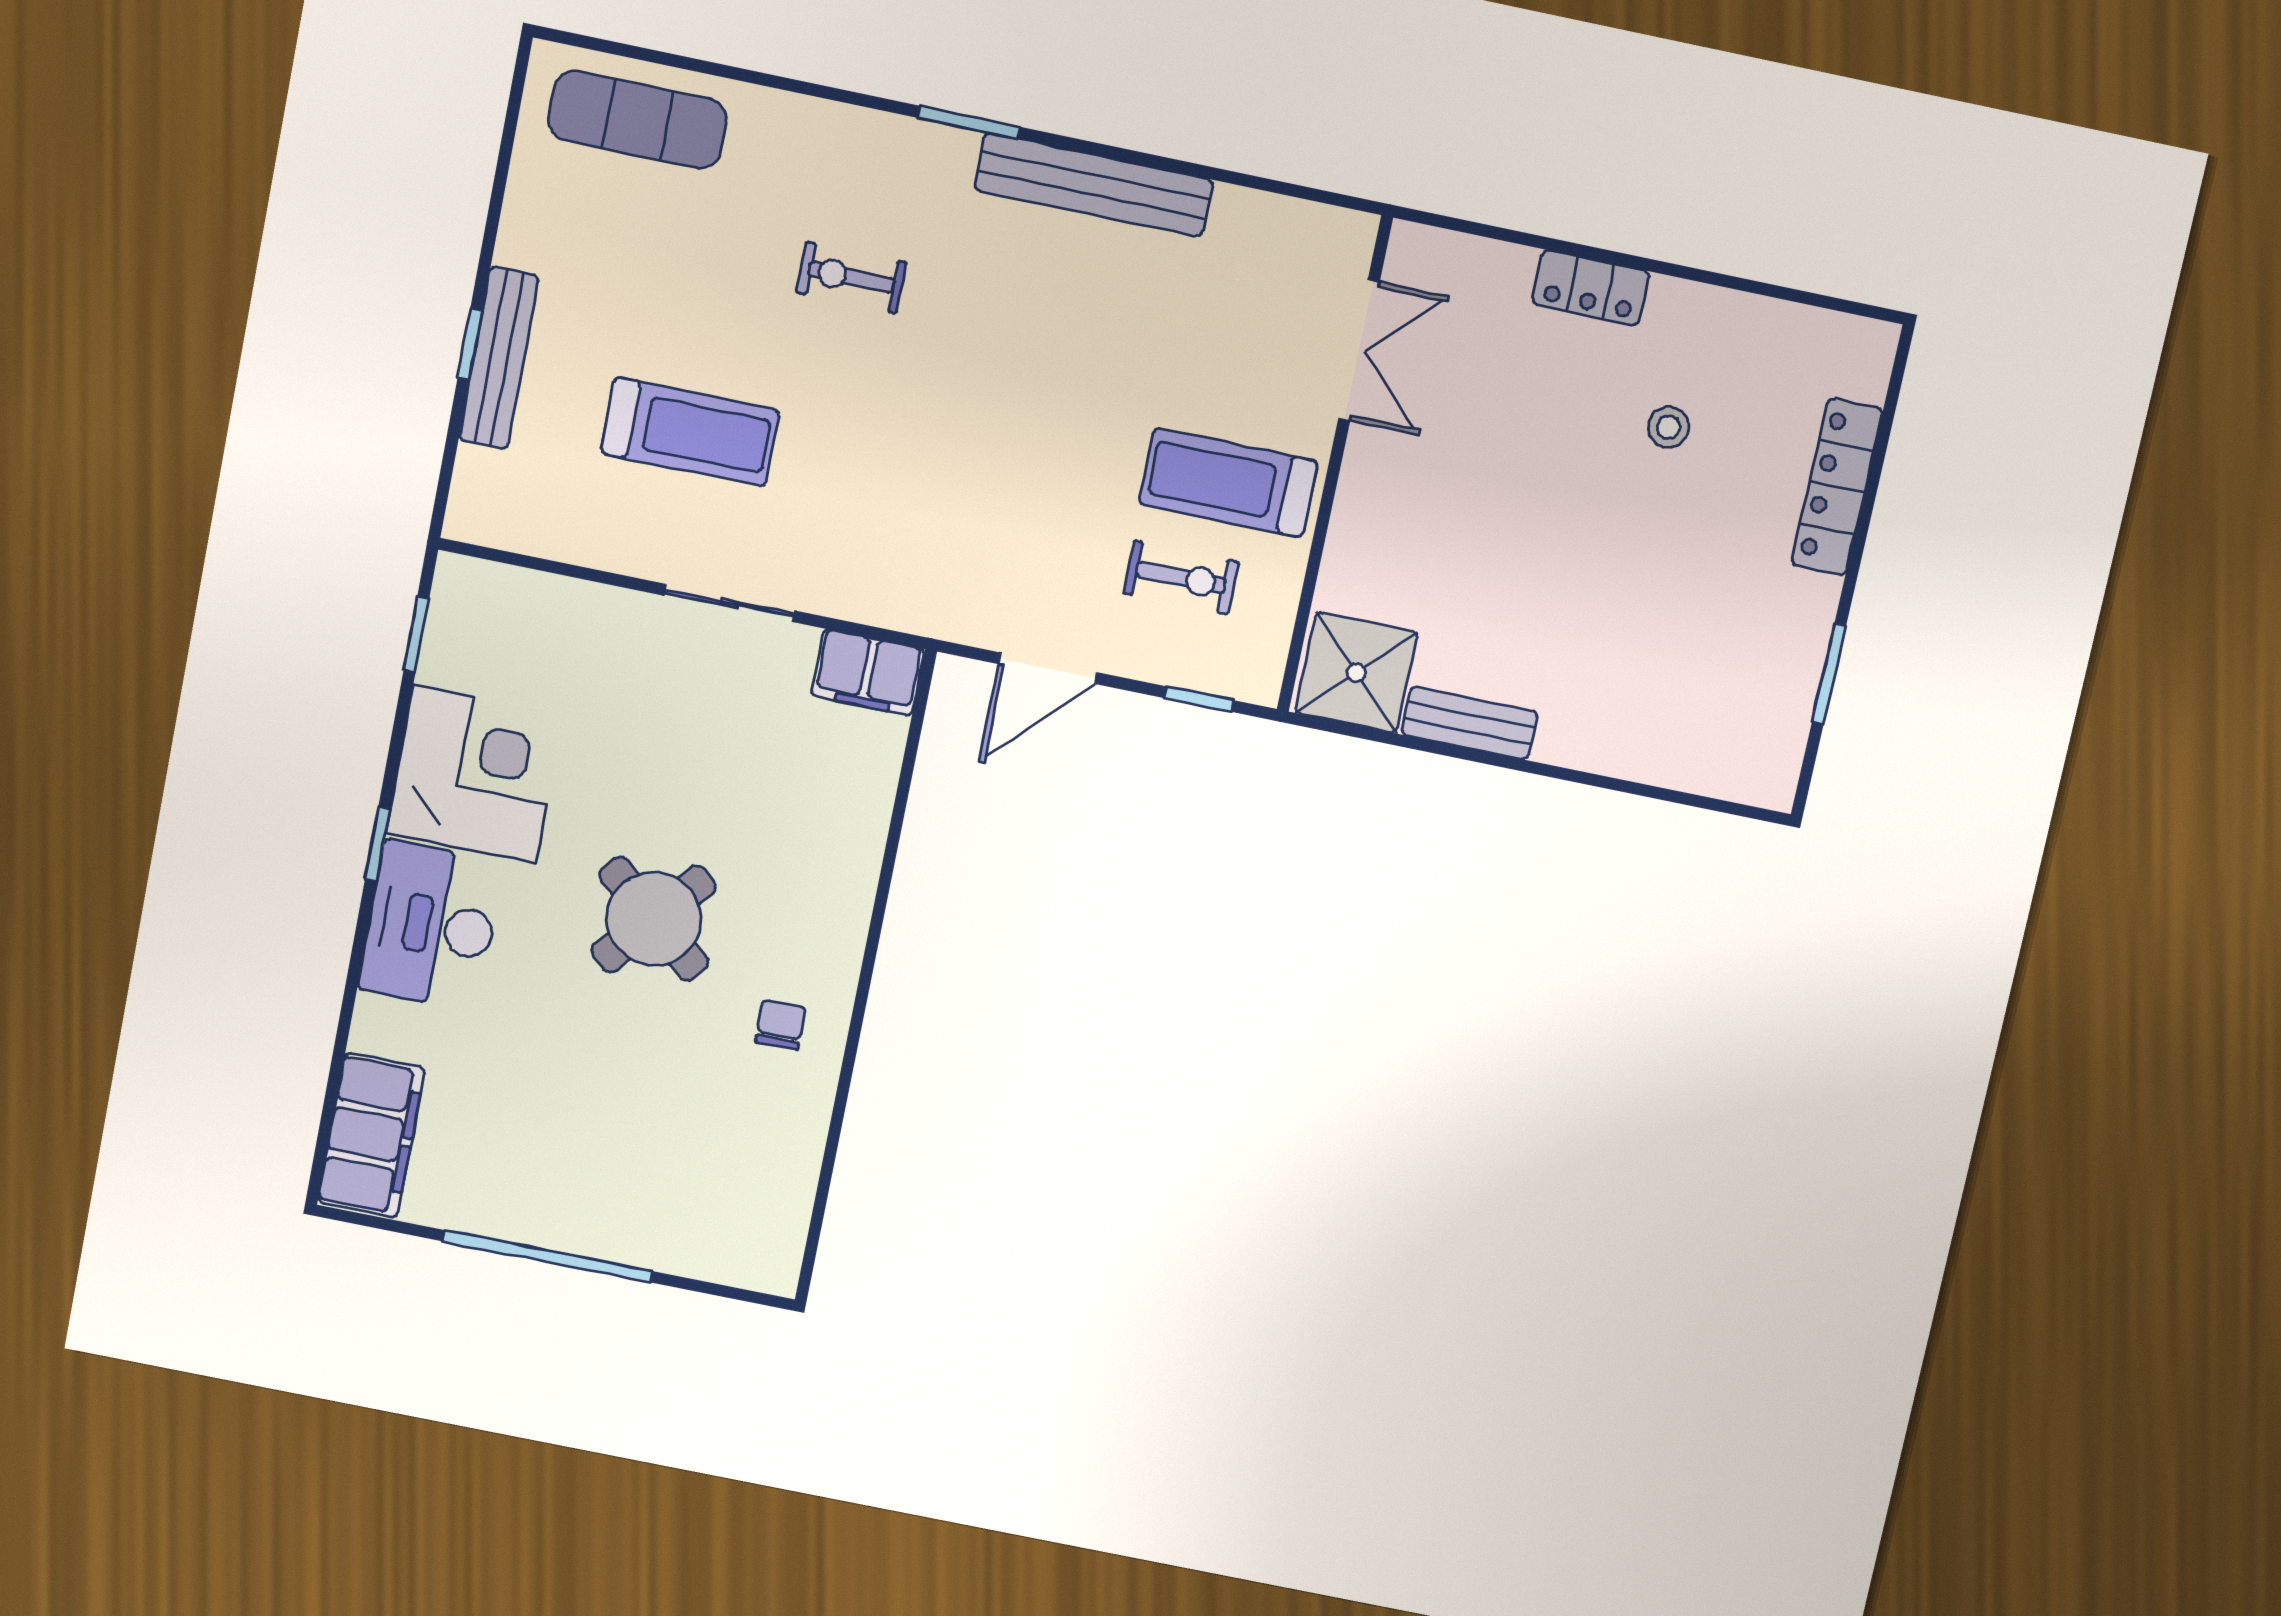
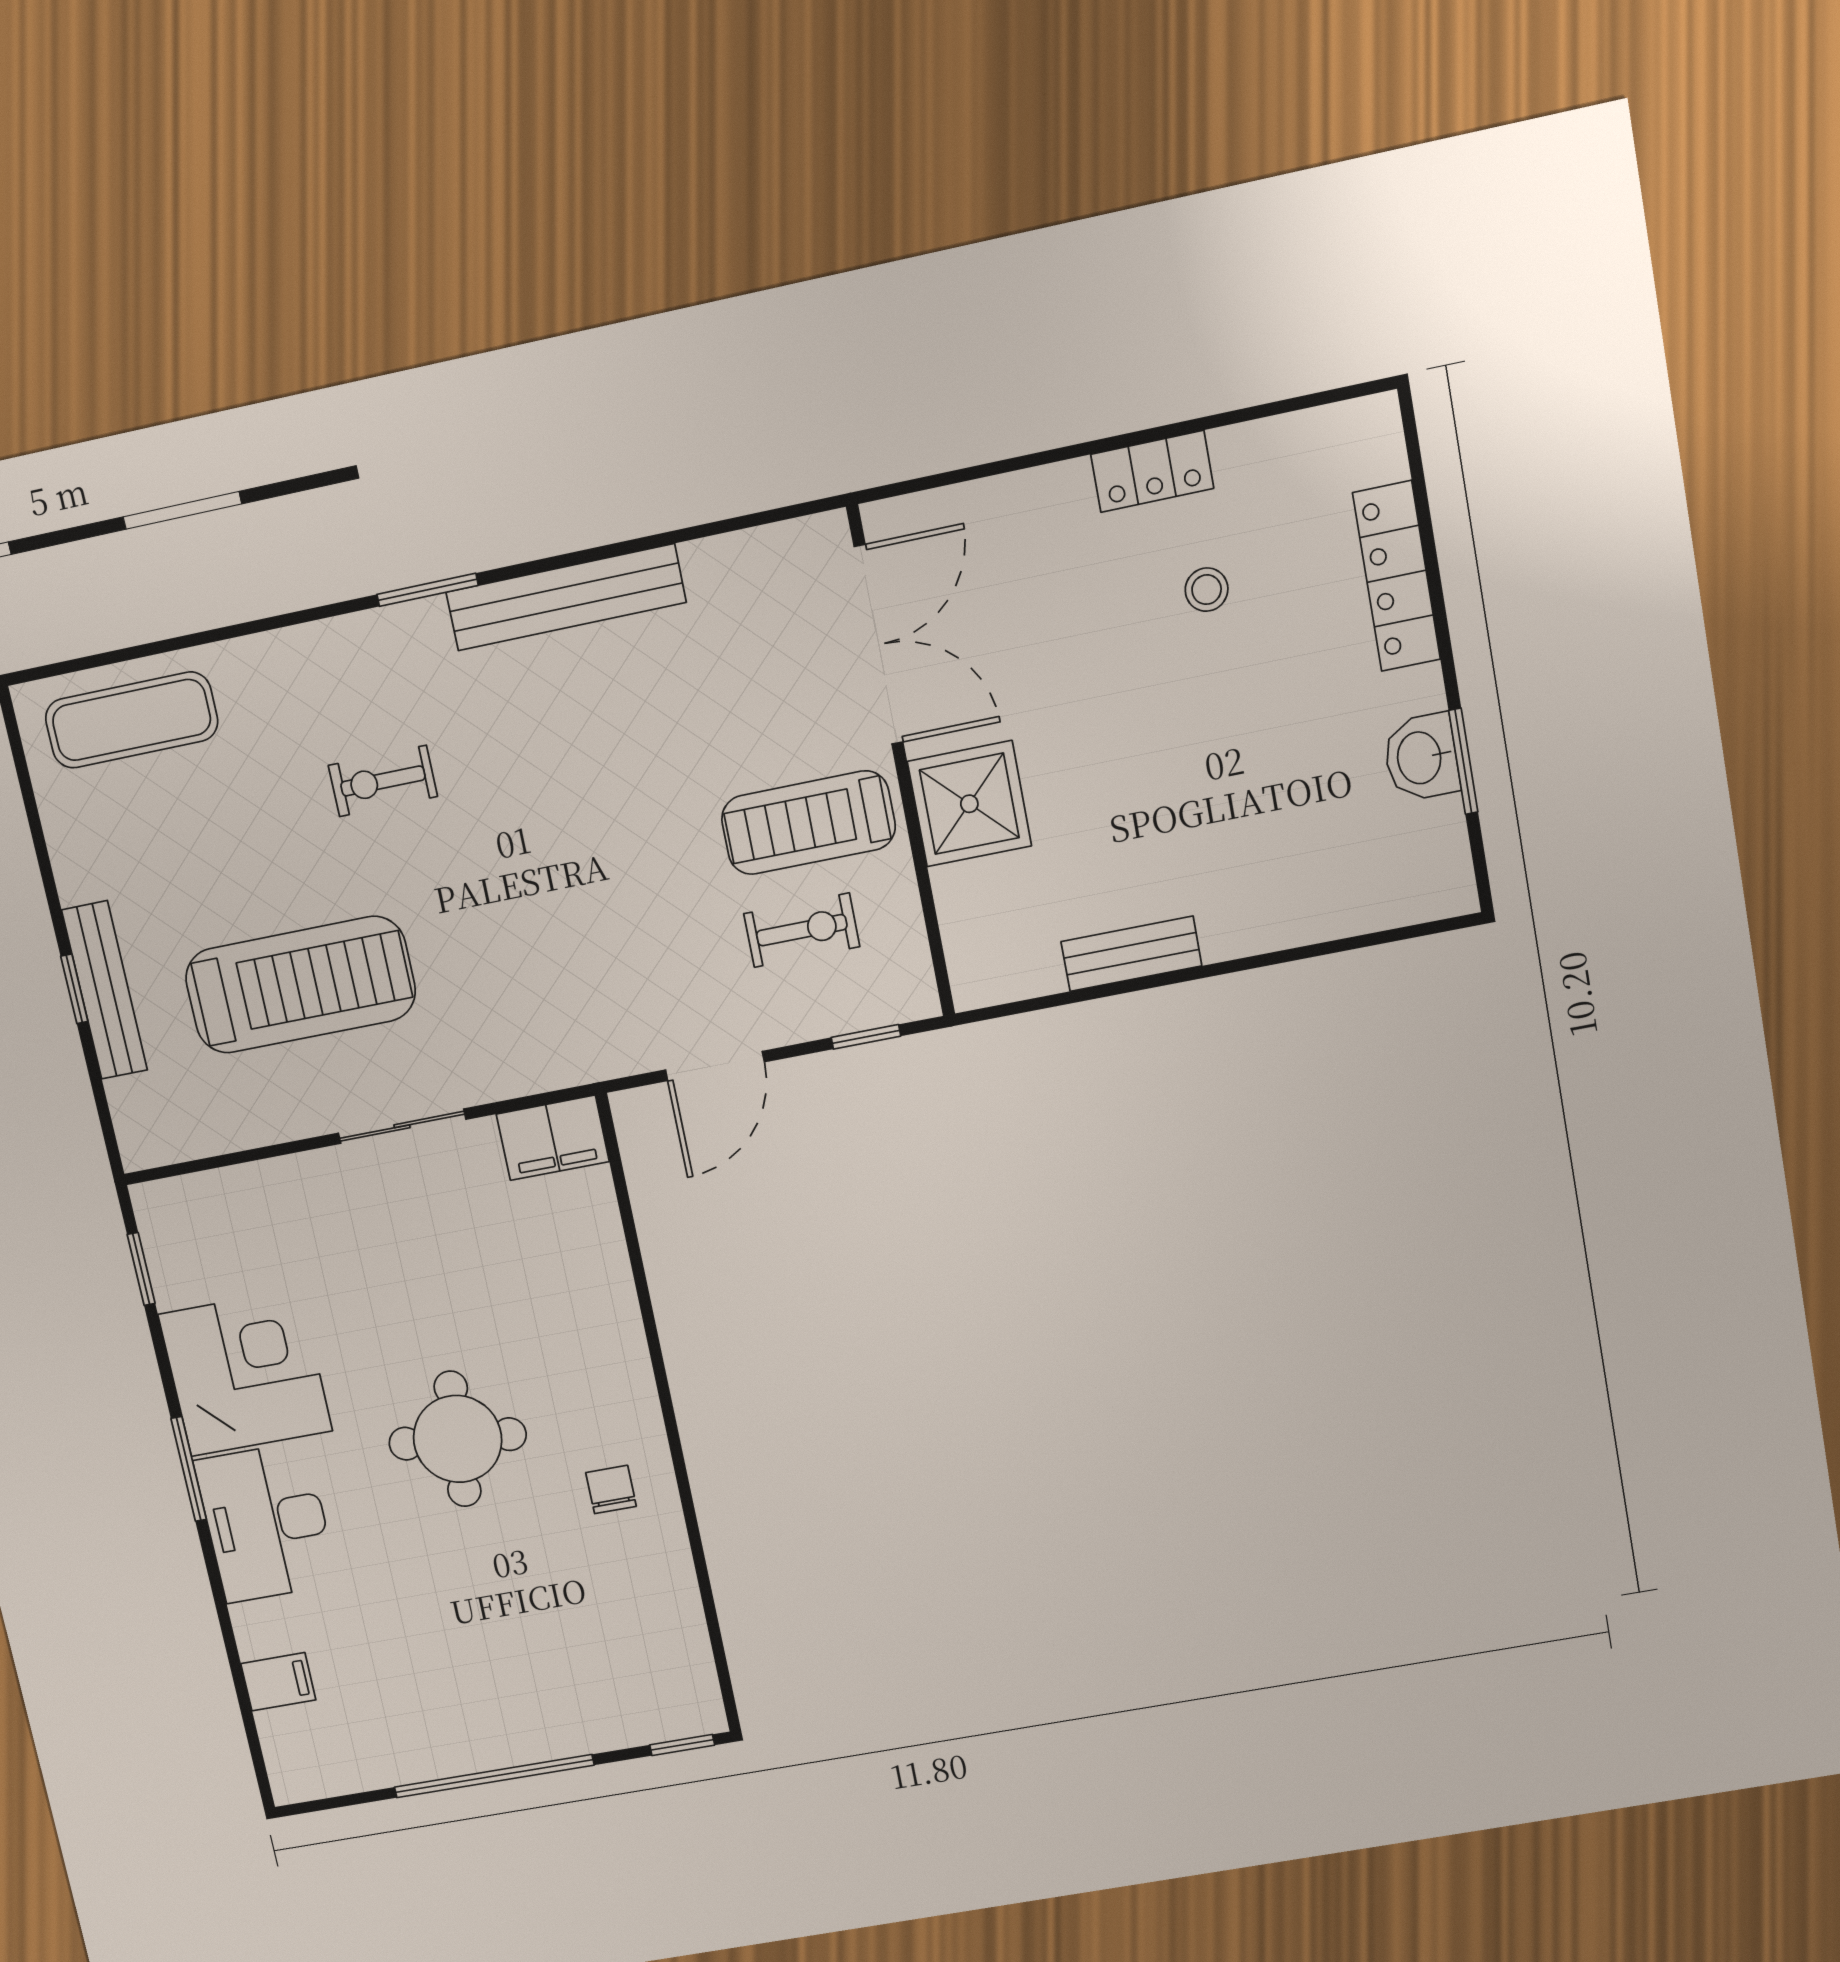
locker: (1591, 288) -> (1152, 471), moved
double door: (1359, 350) -> (879, 645), width x1.37
treadmill: (690, 432) -> (300, 985), width x1.37, depth x1.38
washbasin: (1794, 655) -> (1421, 757), added
shower: (1356, 673) -> (969, 804), moved
window: (378, 844) -> (189, 1469), width x1.50
round table: (654, 919) -> (458, 1439), turned -35
filing cabinet: (371, 1135) -> (278, 1682), width x0.33, depth x0.86
window: (744, 1295) -> (682, 1745), added

